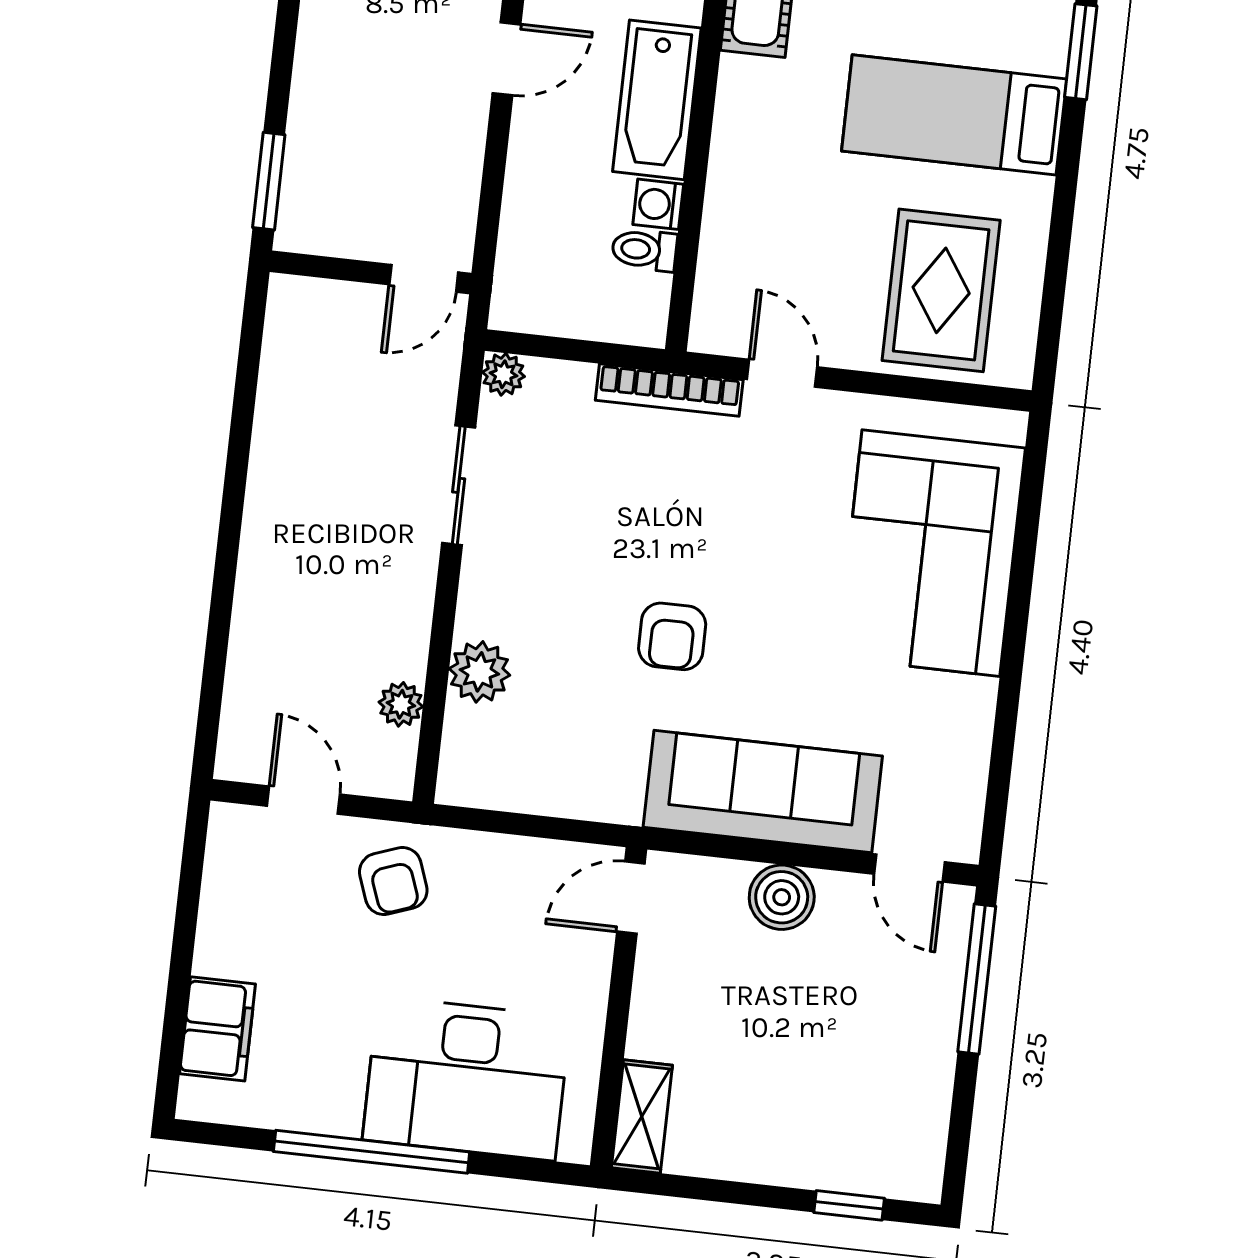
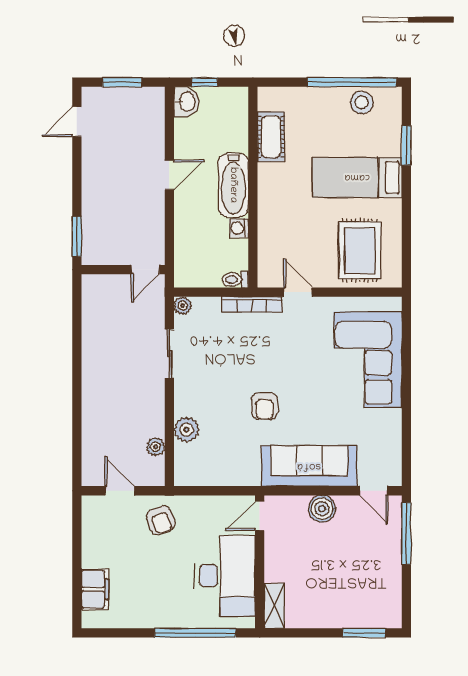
toilet: (644, 250) -> (235, 280), moved
desk: (466, 1078) -> (225, 576), moved, turned -90
window: (372, 1152) -> (195, 633), moved
window: (849, 1205) -> (364, 633), width x1.50

